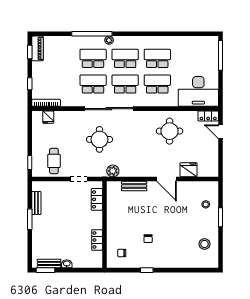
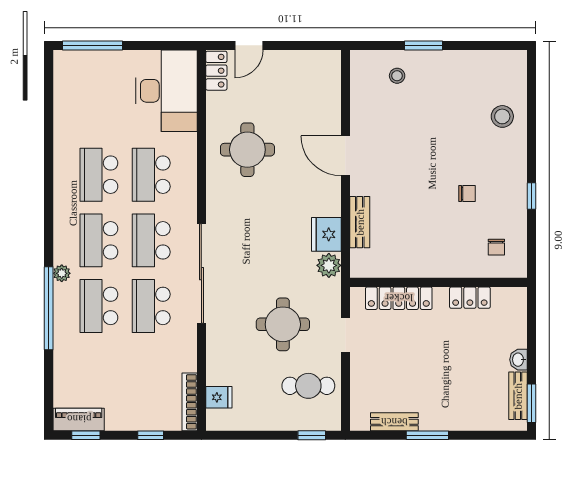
round table: (99, 139) -> (283, 324), moved
fridge: (188, 170) -> (326, 234), moved
door: (166, 179) -> (345, 156), swing flipped
locker: (97, 199) -> (399, 298), width x1.53
stool: (205, 244) -> (502, 116), moved

